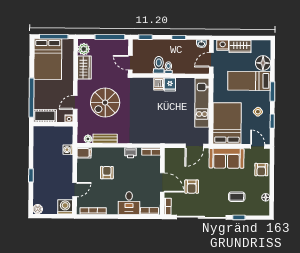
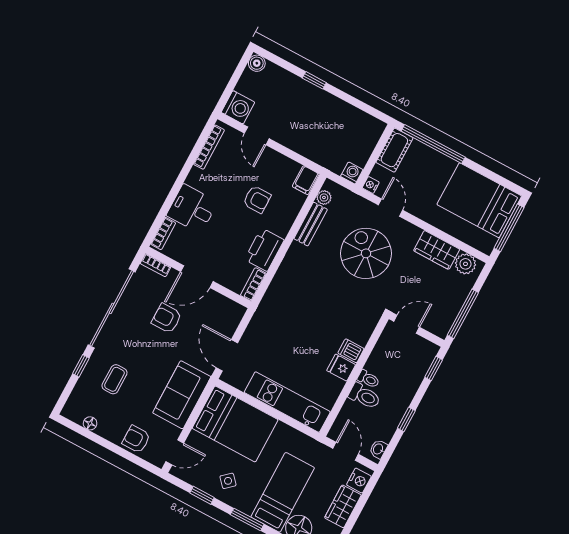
toilet: (159, 65) -> (364, 396), moved
washing machine: (68, 150) -> (352, 173), moved
printer: (131, 153) -> (264, 250), width x1.87, depth x1.48

